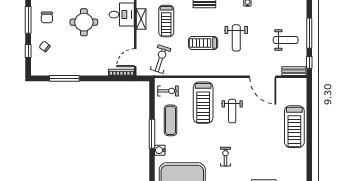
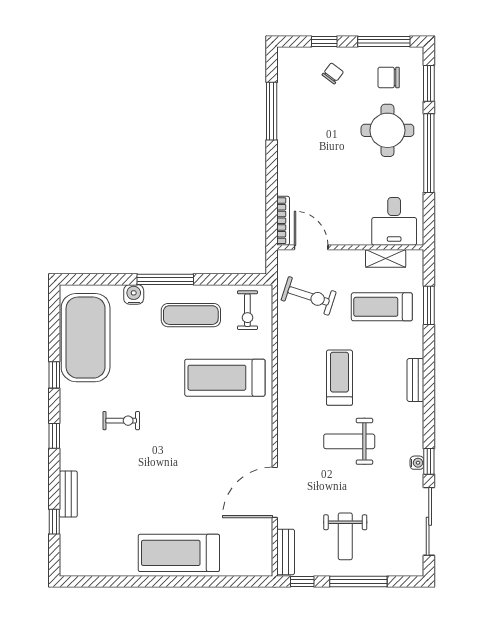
round table: (84, 22) -> (387, 130), moved
weight bench: (232, 111) -> (209, 434), removed

